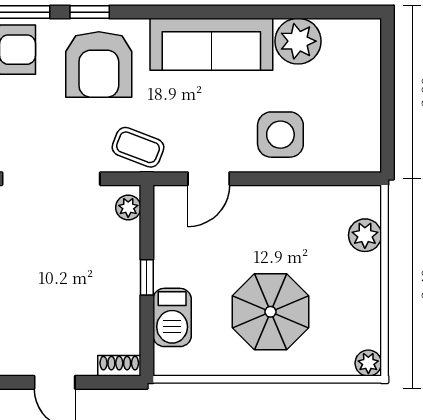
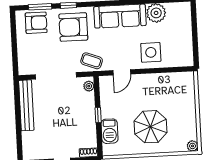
armchair: (99, 64) -> (73, 27), turned 90
plant: (365, 235) -> (188, 93), removed

